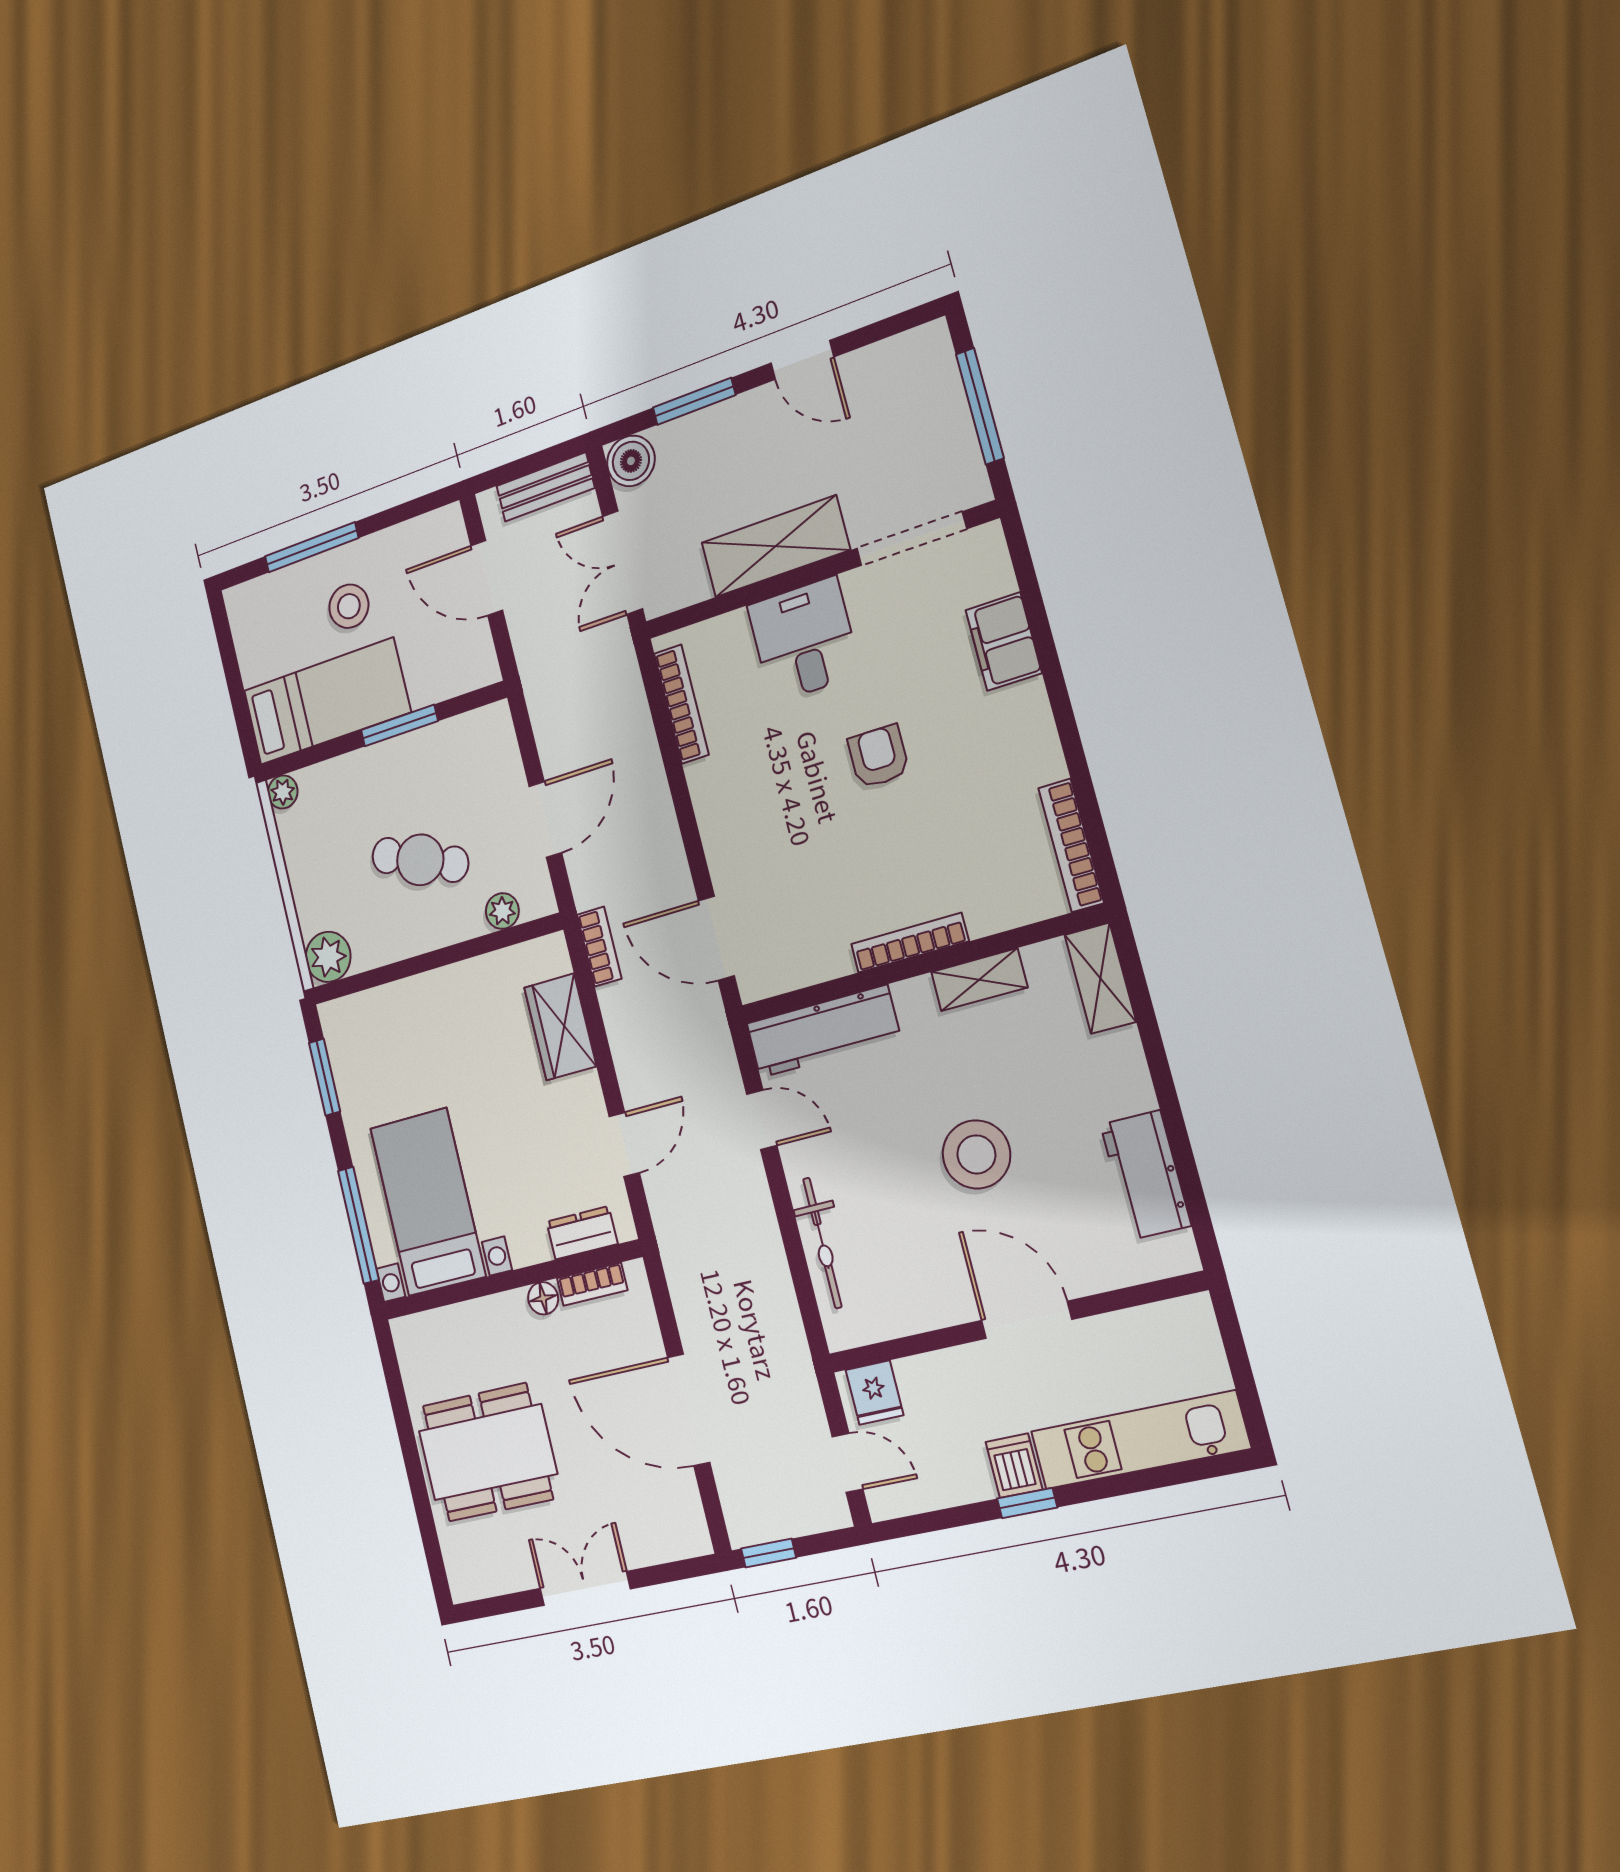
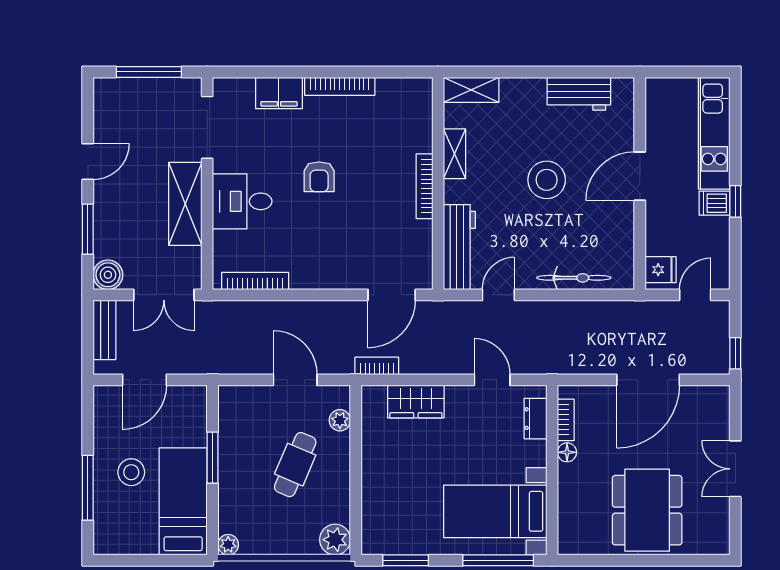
armchair: (878, 756) -> (319, 177), turned -90
bookcase: (1071, 845) -> (340, 86), moved

